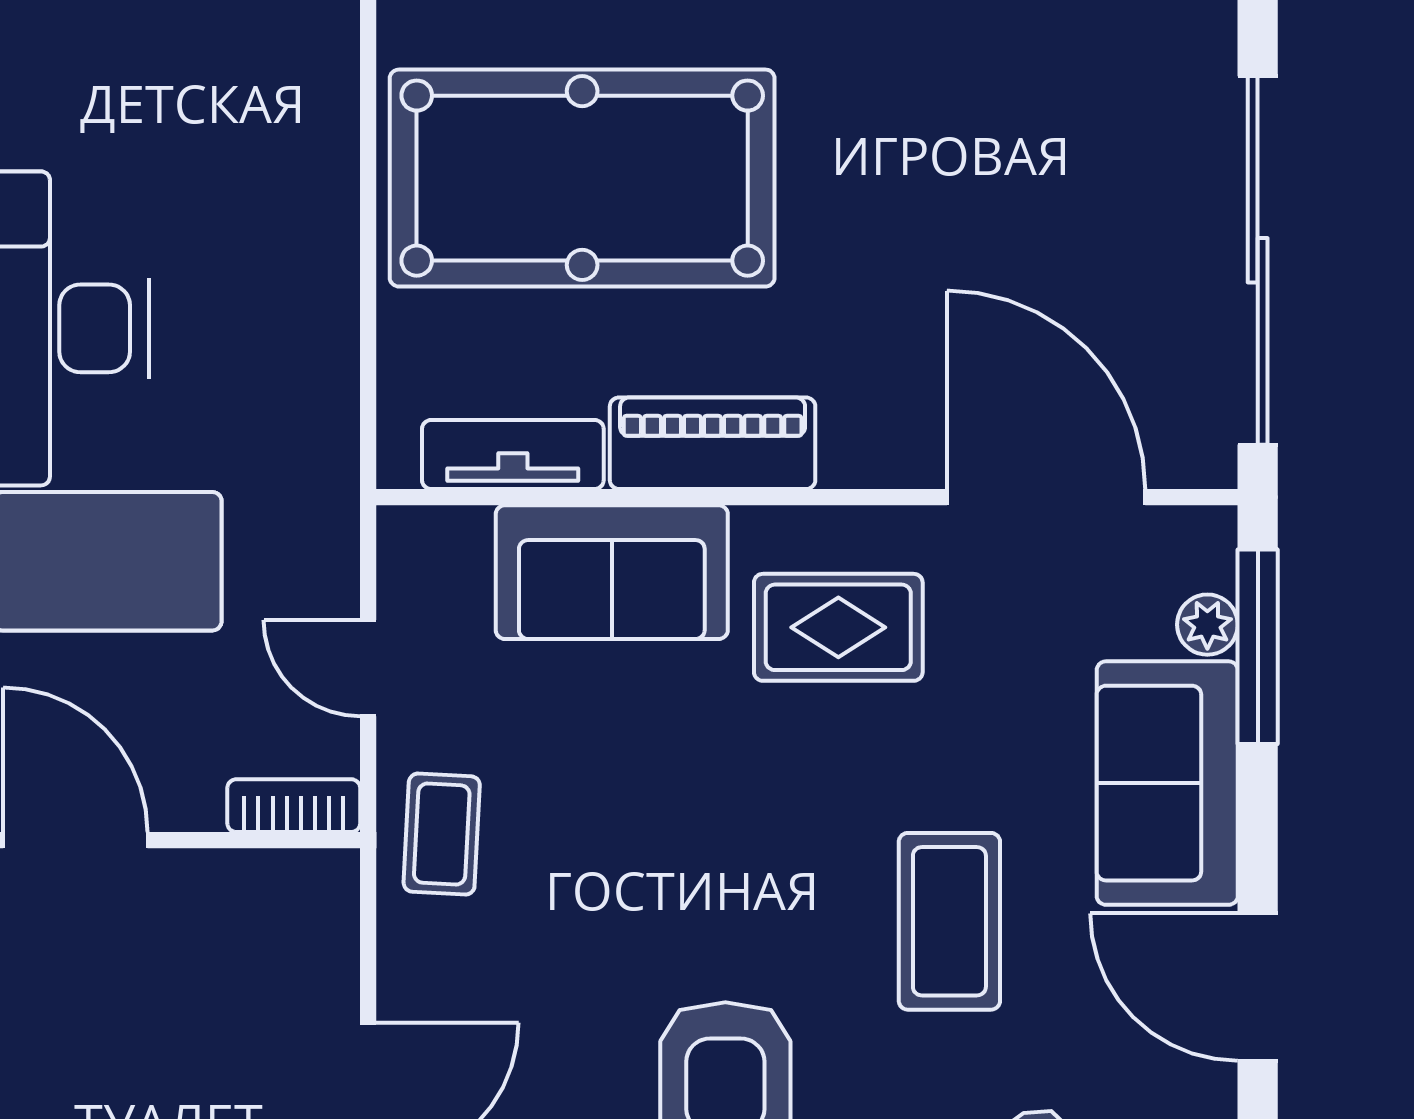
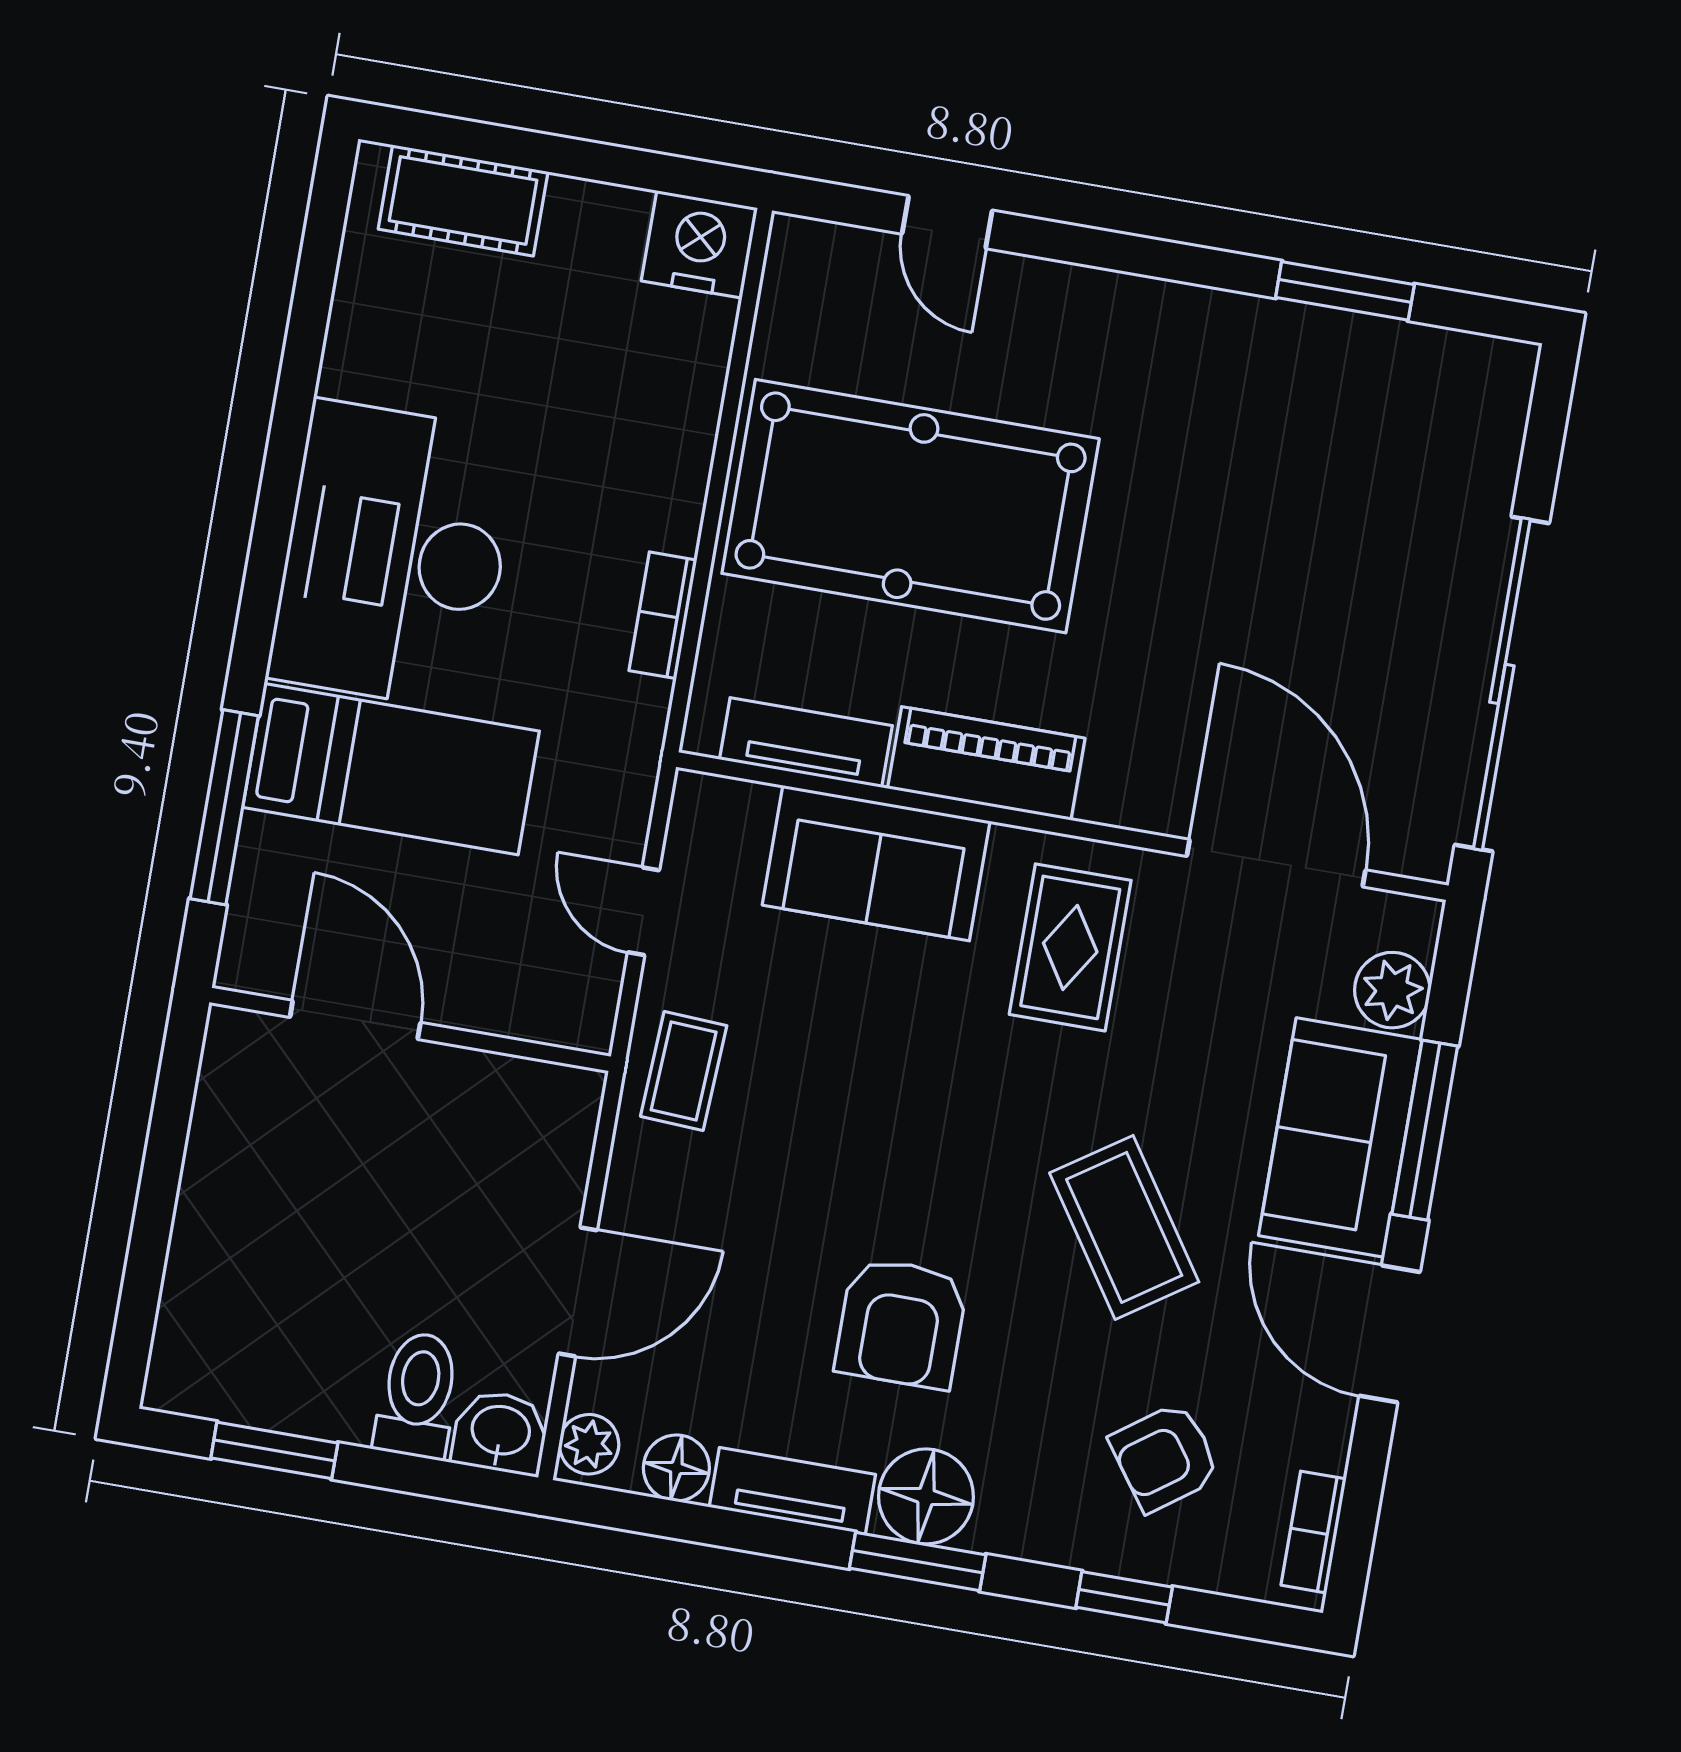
plant: (1207, 625) -> (1392, 990), width x1.38, depth x1.38
rug: (838, 627) -> (1070, 947), turned 90
window: (1258, 647) -> (1425, 1130), moved
bookcase: (294, 806) -> (663, 615), moved, turned -90
coffee table: (949, 921) -> (1124, 1227), turned -34

